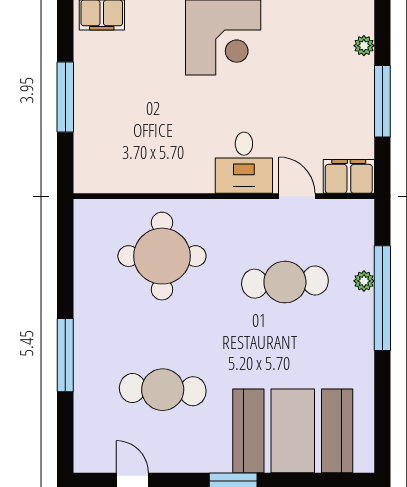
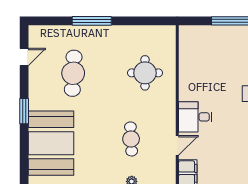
round table: (162, 256) -> (145, 73), width x0.73, depth x0.73
cafe table: (285, 282) -> (131, 139), width x0.73, depth x0.74

